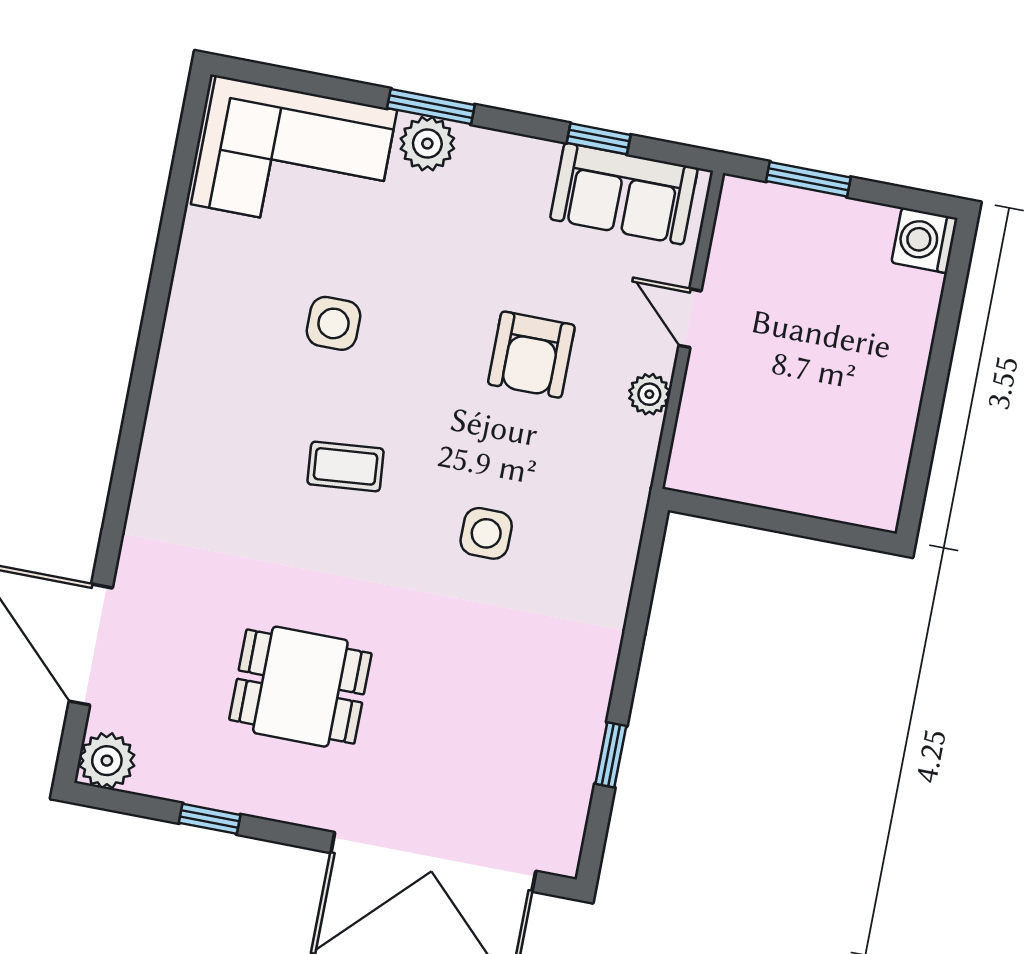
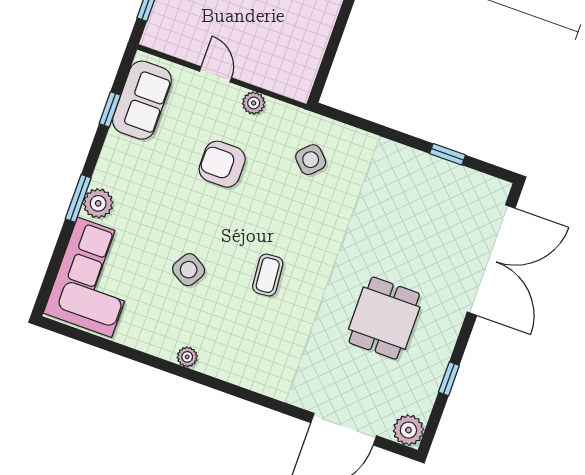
door: (690, 318) -> (216, 74), swing flipped
side table: (333, 323) -> (189, 270), turned 31
plant: (177, 345) -> (187, 357), added
armchair: (531, 355) -> (222, 164), turned 180
side table: (486, 533) -> (311, 160), moved, turned 45

